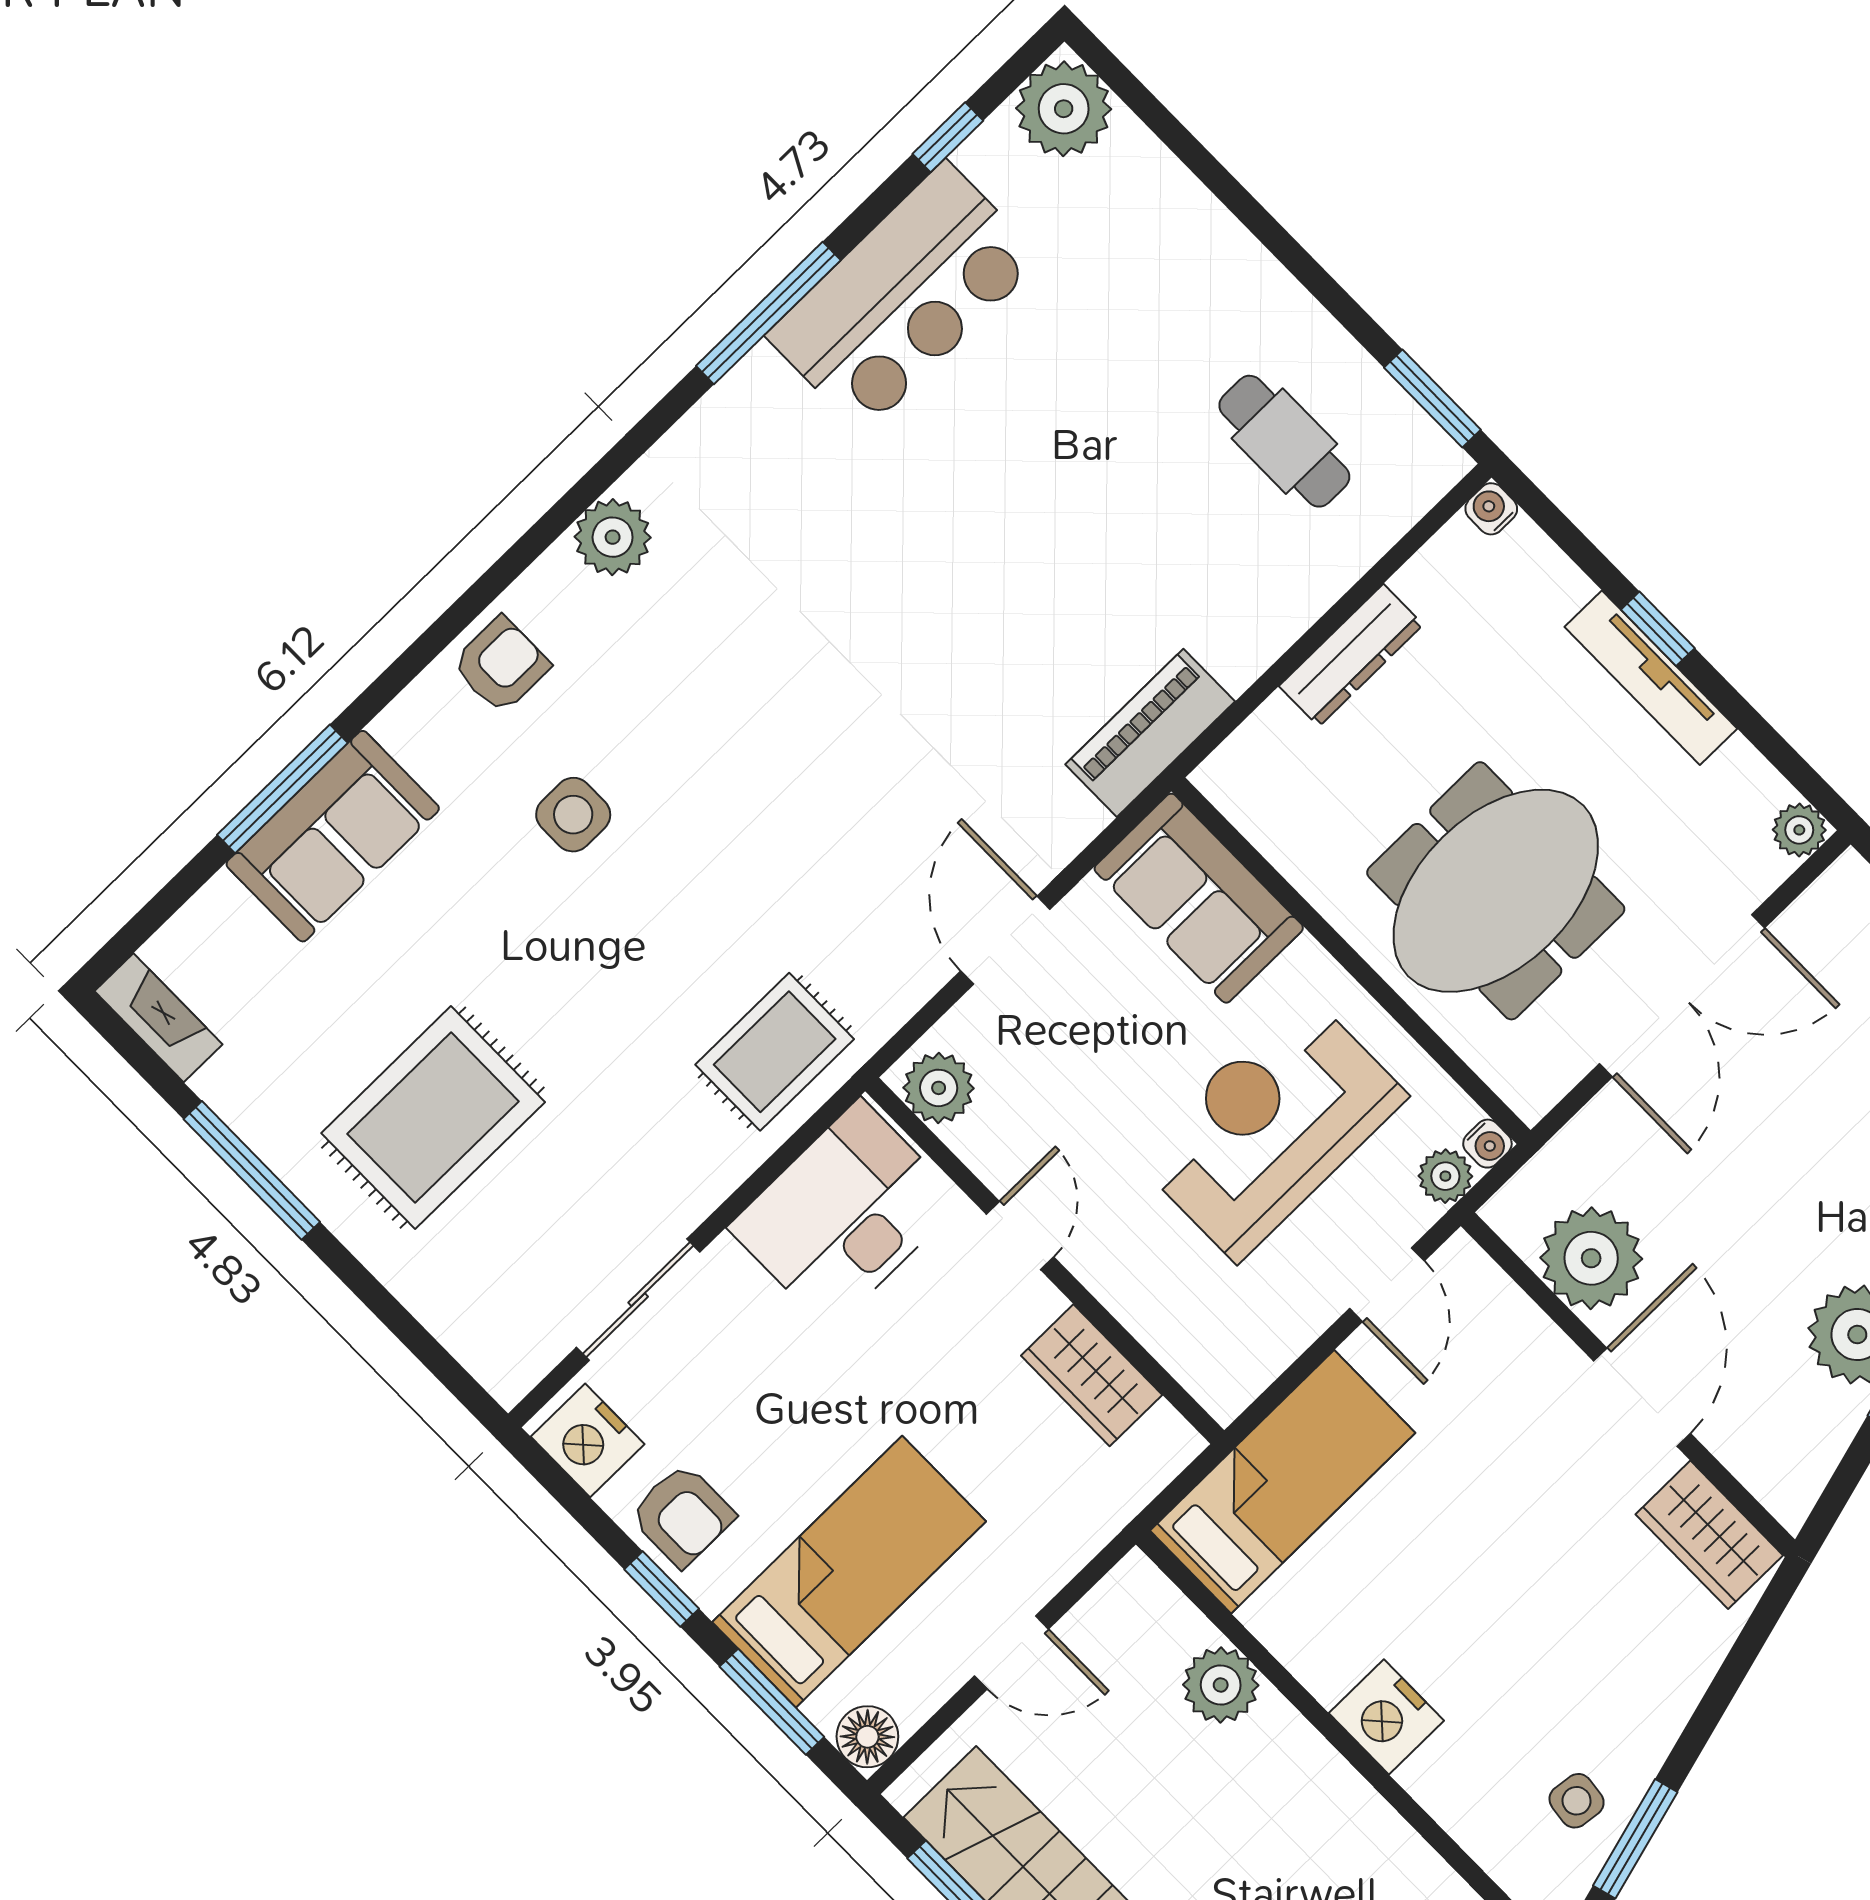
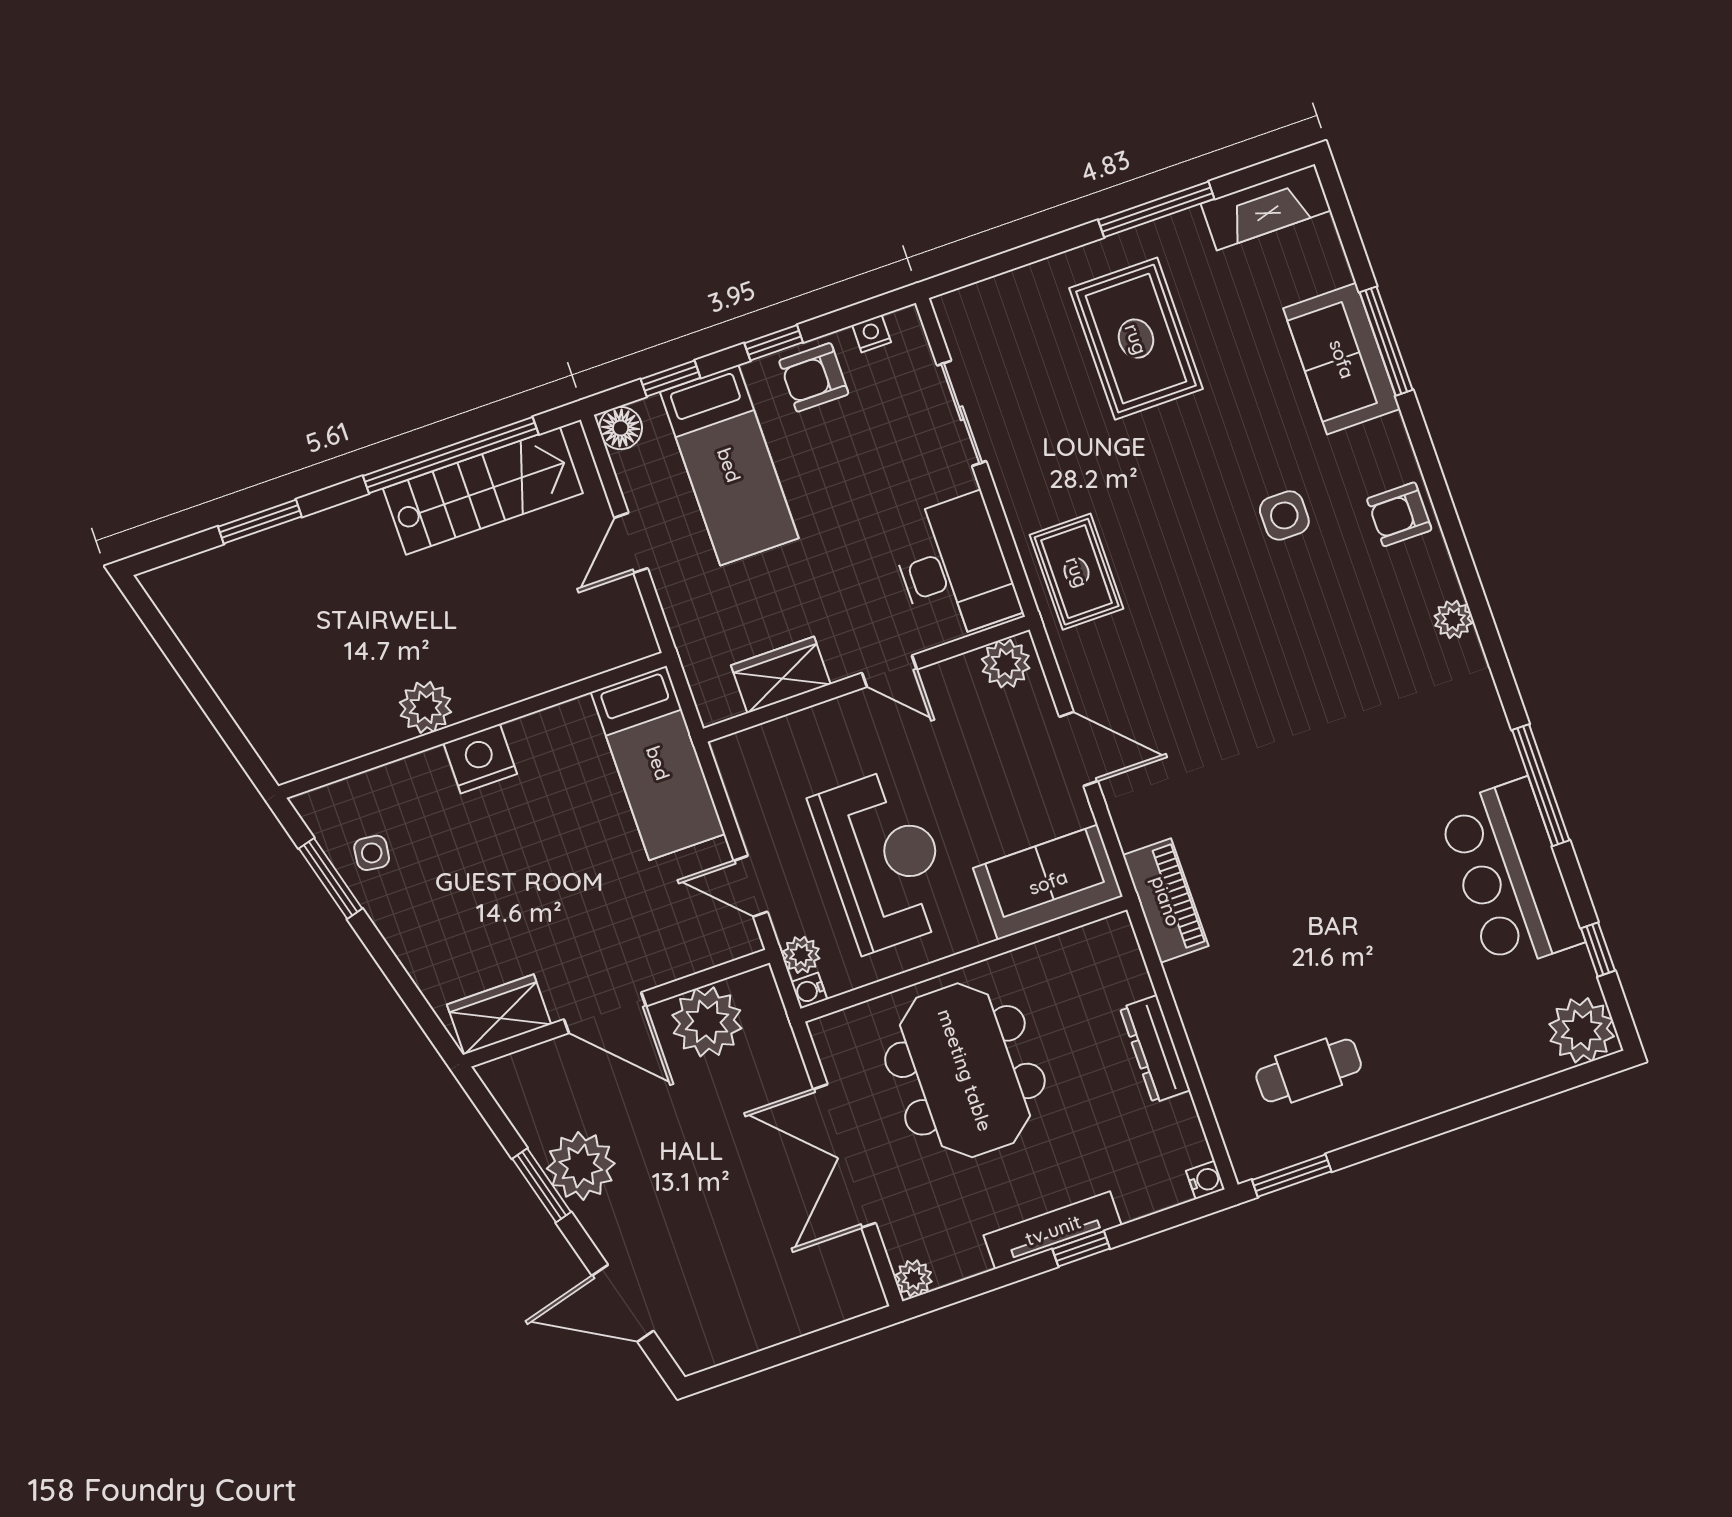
plant: (613, 537) -> (1453, 619), width x0.73, depth x0.73
armchair: (501, 665) -> (1399, 514), turned 90
fireplace: (159, 1018) -> (1266, 207), width x1.37, depth x1.32
nightstand: (588, 1440) -> (872, 334), width x0.53, depth x0.56
plant: (1221, 1685) -> (426, 707), moved
window: (772, 1702) -> (671, 379), width x0.67

